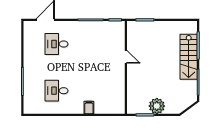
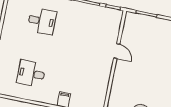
desk: (57, 44) -> (42, 21), turned 180

